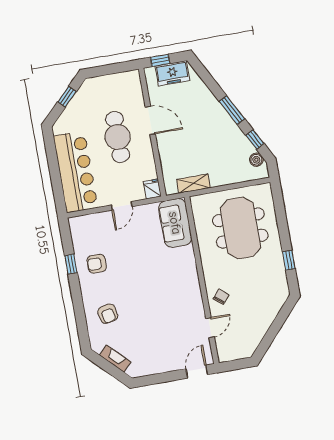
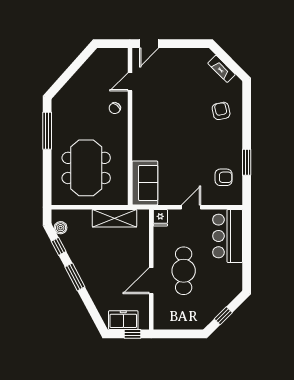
door: (150, 120) -> (151, 281), hinge flipped
bar counter: (76, 172) -> (228, 236), width x0.73
shelving: (194, 184) -> (114, 218), width x1.50, depth x1.33
window: (289, 260) -> (47, 131), width x2.17
window: (71, 264) -> (247, 162), width x1.50
armchair: (97, 264) -> (224, 177), moved

